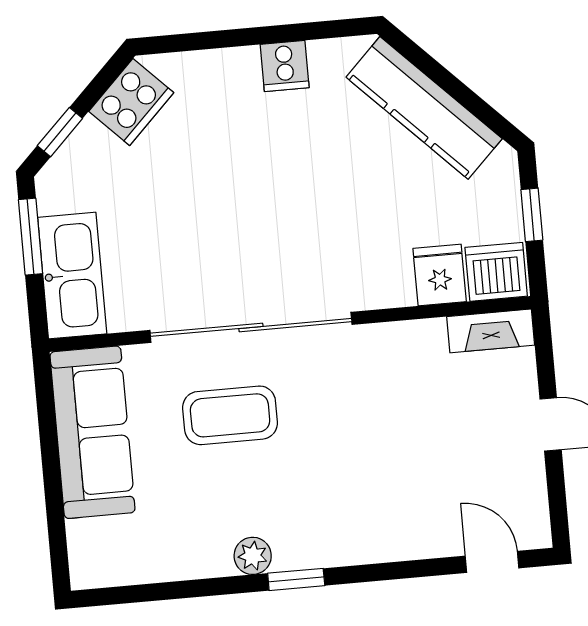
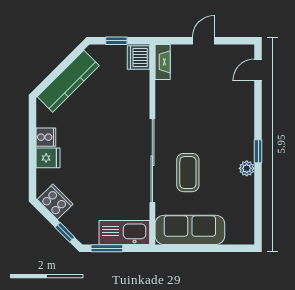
fridge: (440, 275) -> (48, 158), moved, turned 180

